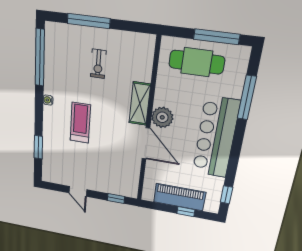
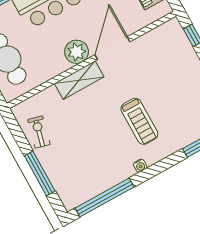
exercise bike: (98, 64) -> (39, 132), moved, turned -76
treadmill: (80, 123) -> (139, 121), turned -90

